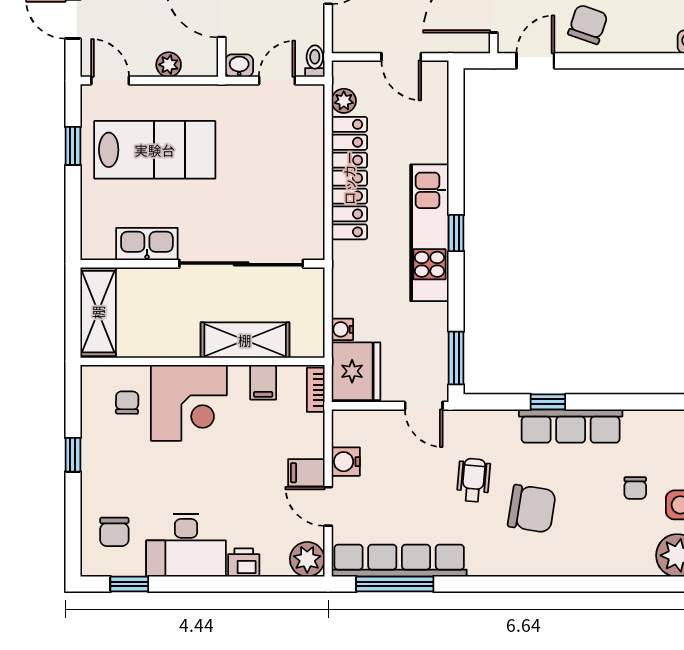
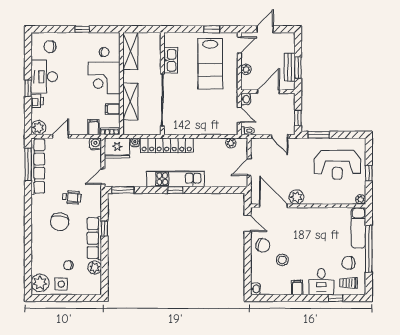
locker: (349, 178) -> (167, 145), moved
shelving: (98, 312) -> (130, 51), moved, turned 90
plant: (641, 425) -> (95, 267), added
water cooler: (346, 462) -> (95, 144), moved
filing cabinet: (306, 473) -> (93, 127), moved
window: (129, 584) -> (28, 88), moved

